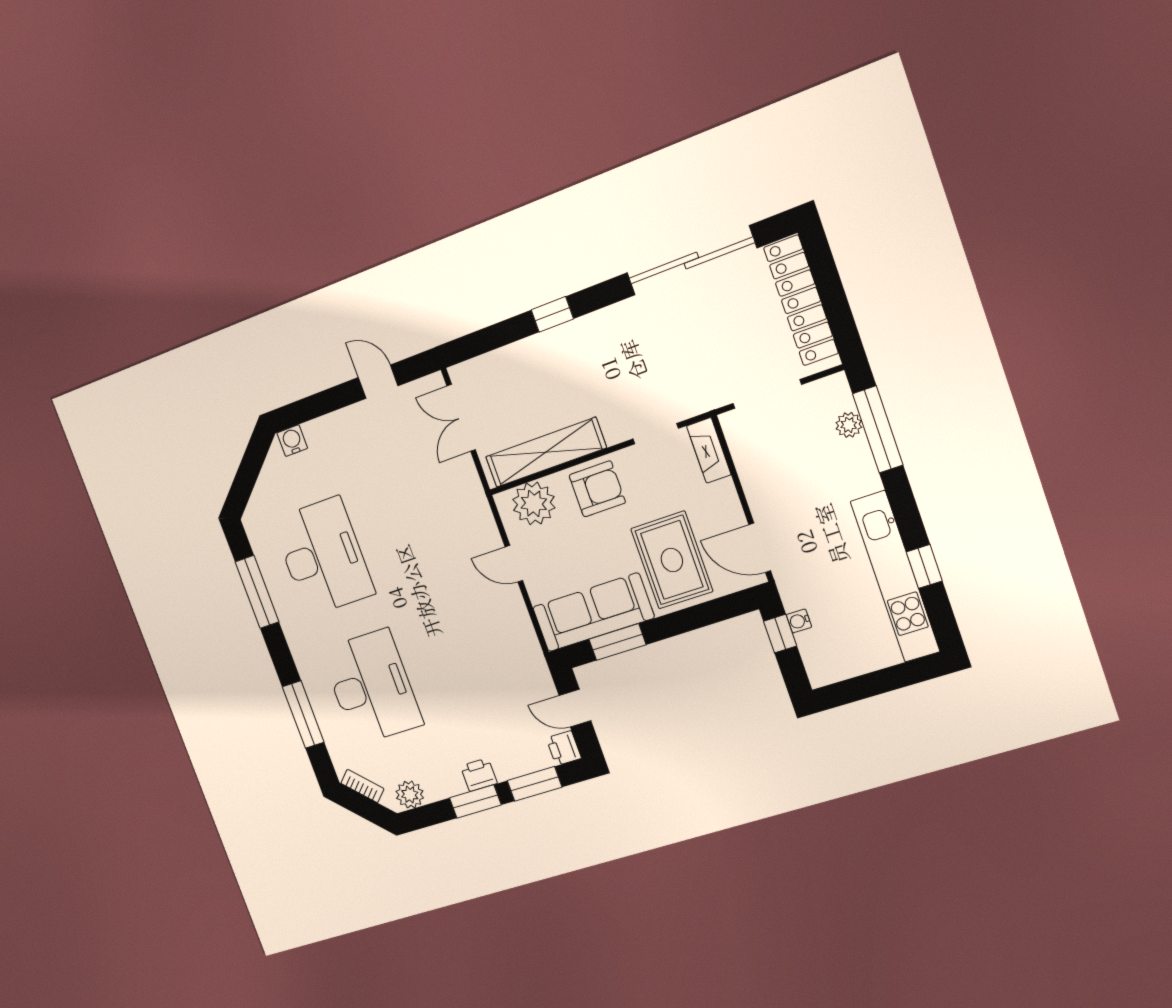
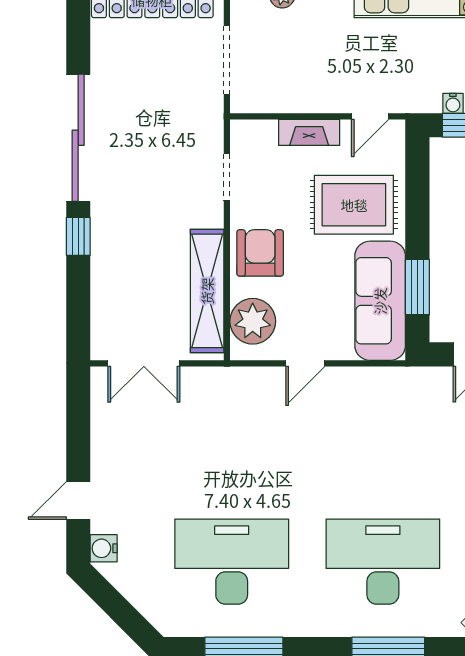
sliding door: (691, 261) -> (78, 138), moved
door: (378, 382) -> (78, 500), moved
fireplace: (709, 450) -> (309, 132), moved
door: (760, 548) -> (370, 116), width x0.73

